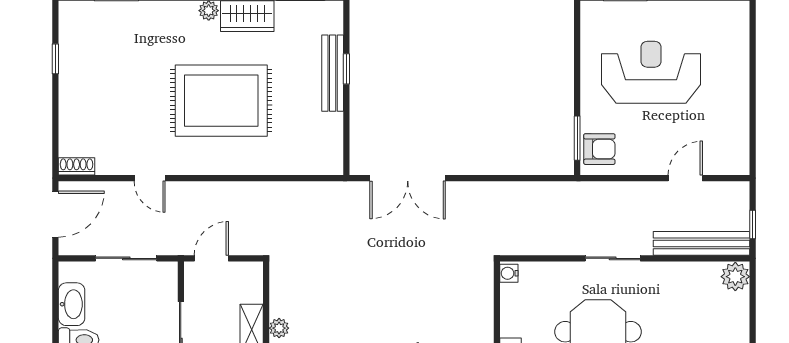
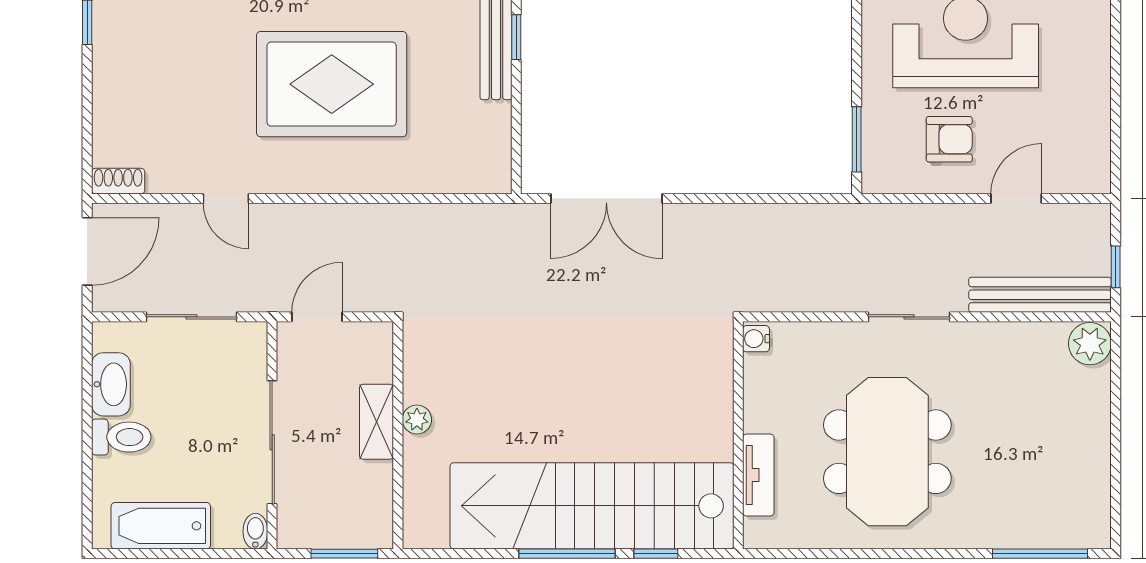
armchair: (599, 149) -> (949, 139), moved

